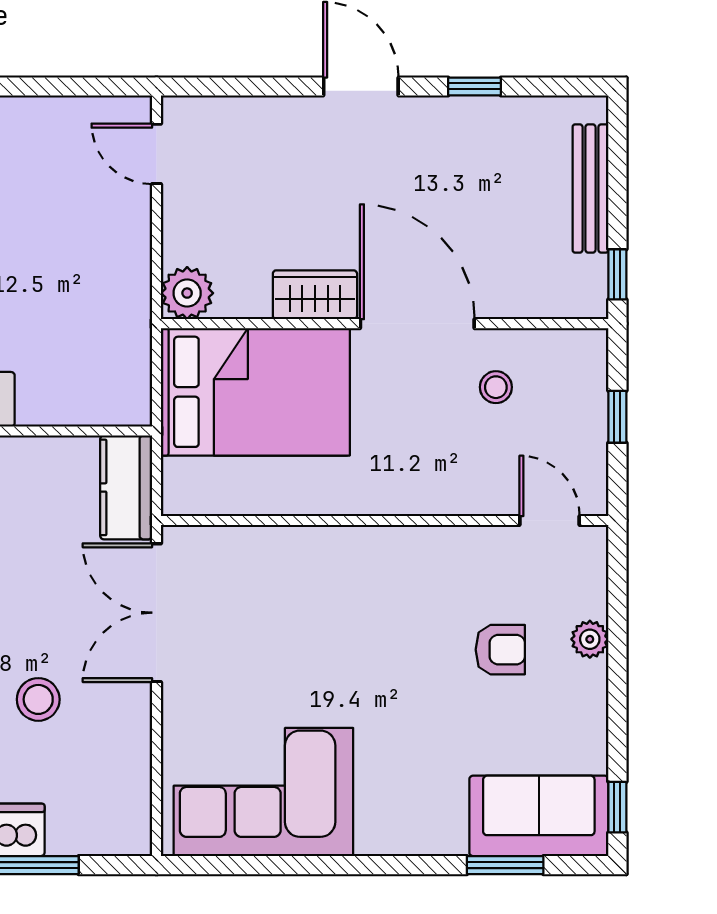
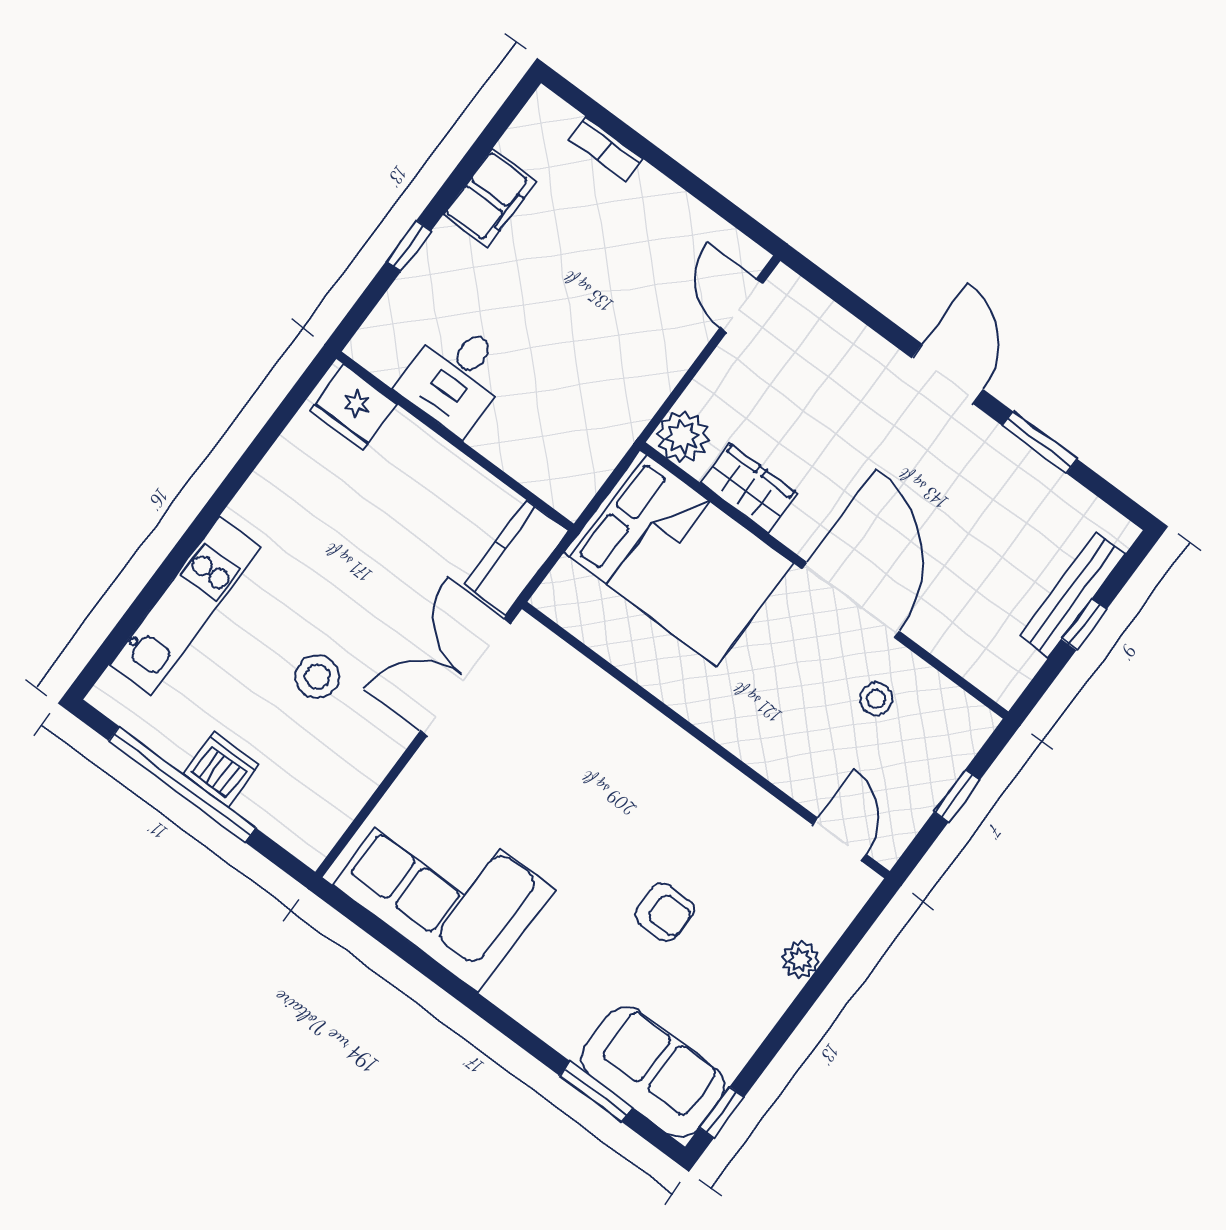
window: (474, 86) -> (1040, 442), width x1.50
window: (617, 274) -> (1084, 624), moved
wardrobe: (315, 295) -> (748, 488), moved
armchair: (500, 650) -> (665, 912), moved

